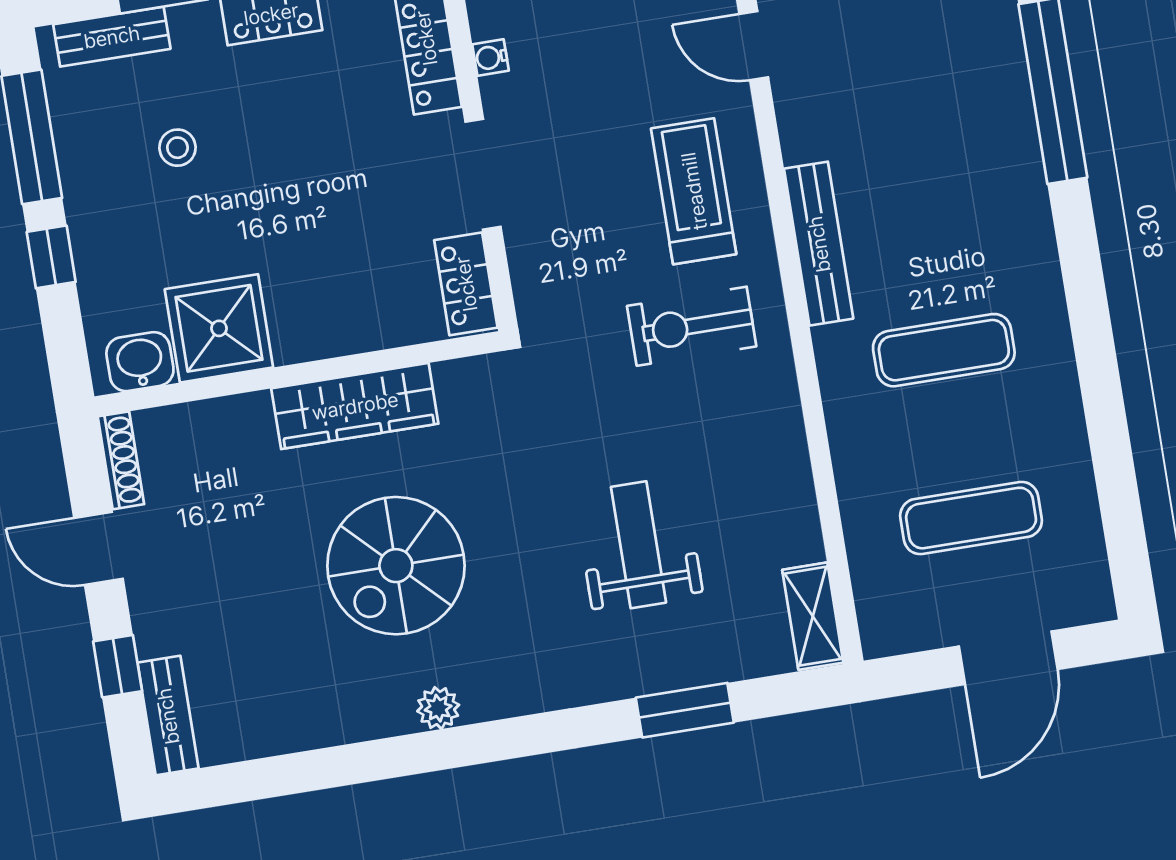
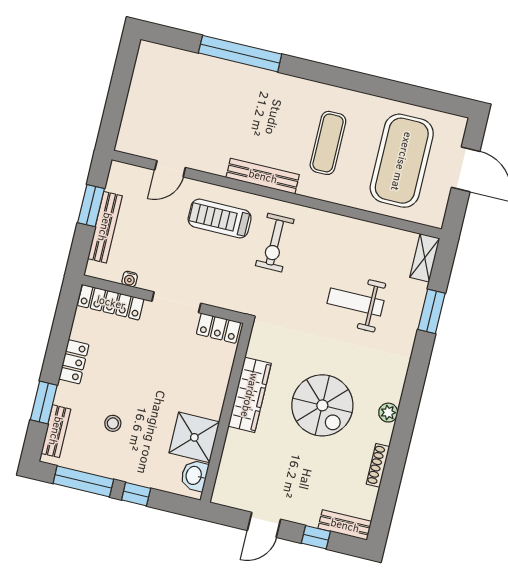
shoe rack: (121, 460) -> (378, 465), moved, turned -90
exercise mat: (971, 518) -> (402, 161), width x2.00, depth x1.45
shelving: (813, 616) -> (425, 258), moved, turned 90

